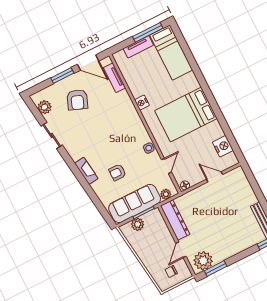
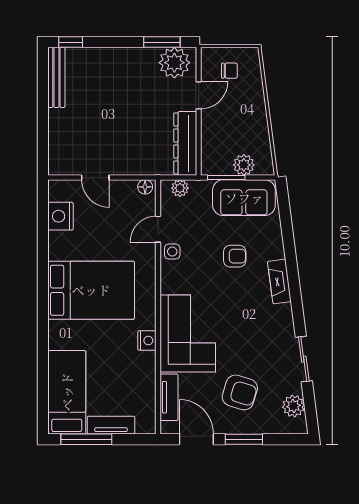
armchair: (77, 100) -> (240, 392), turned 86
corner sofa: (122, 117) -> (188, 334), added
side table: (149, 148) -> (172, 252), moved
sofa: (135, 204) -> (244, 198), width x0.73

